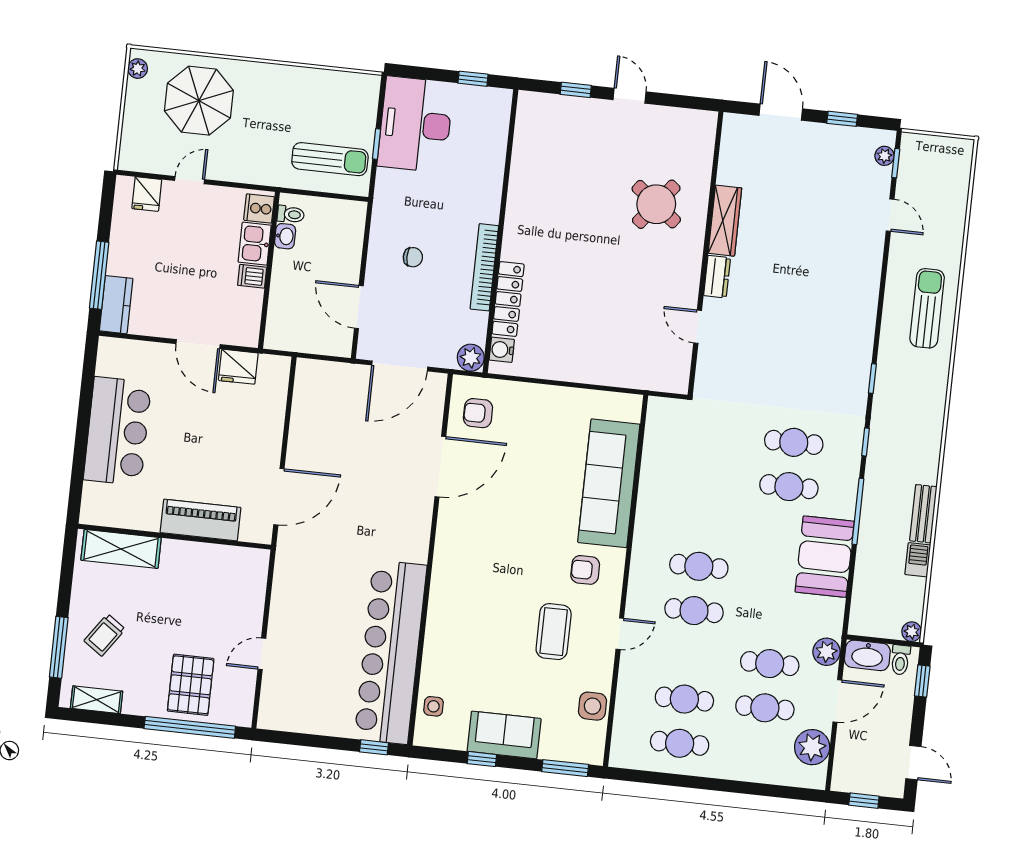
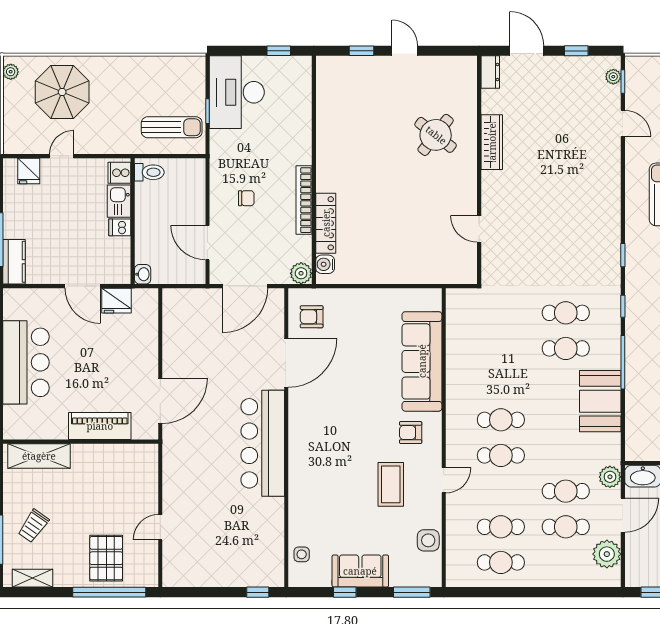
toilet: (291, 214) -> (149, 172), width x1.37, depth x1.39
washbasin: (285, 236) -> (143, 274), moved
dresser: (717, 277) -> (490, 72), moved
bar counter: (391, 652) -> (263, 443), moved, width x0.73

